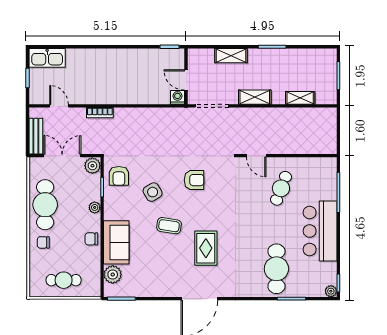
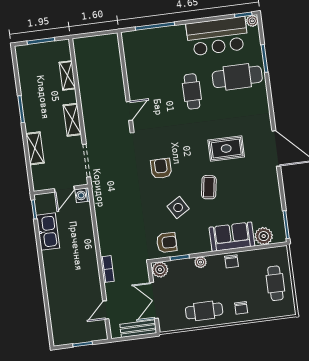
kitchen sink: (47, 58) -> (48, 232), moved
cafe table: (281, 188) -> (192, 91), moved, turned 69
cafe table: (45, 205) -> (204, 311), width x0.73, depth x0.74
bar counter: (320, 231) -> (217, 36), moved

